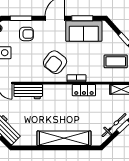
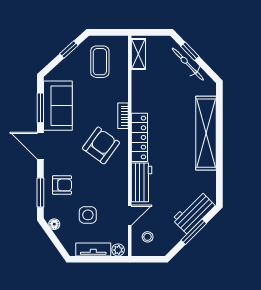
armchair: (26, 34) -> (62, 185), turned 90
armchair: (55, 62) -> (101, 145), turned -91
locker: (84, 90) -> (139, 137), moved, width x1.53

